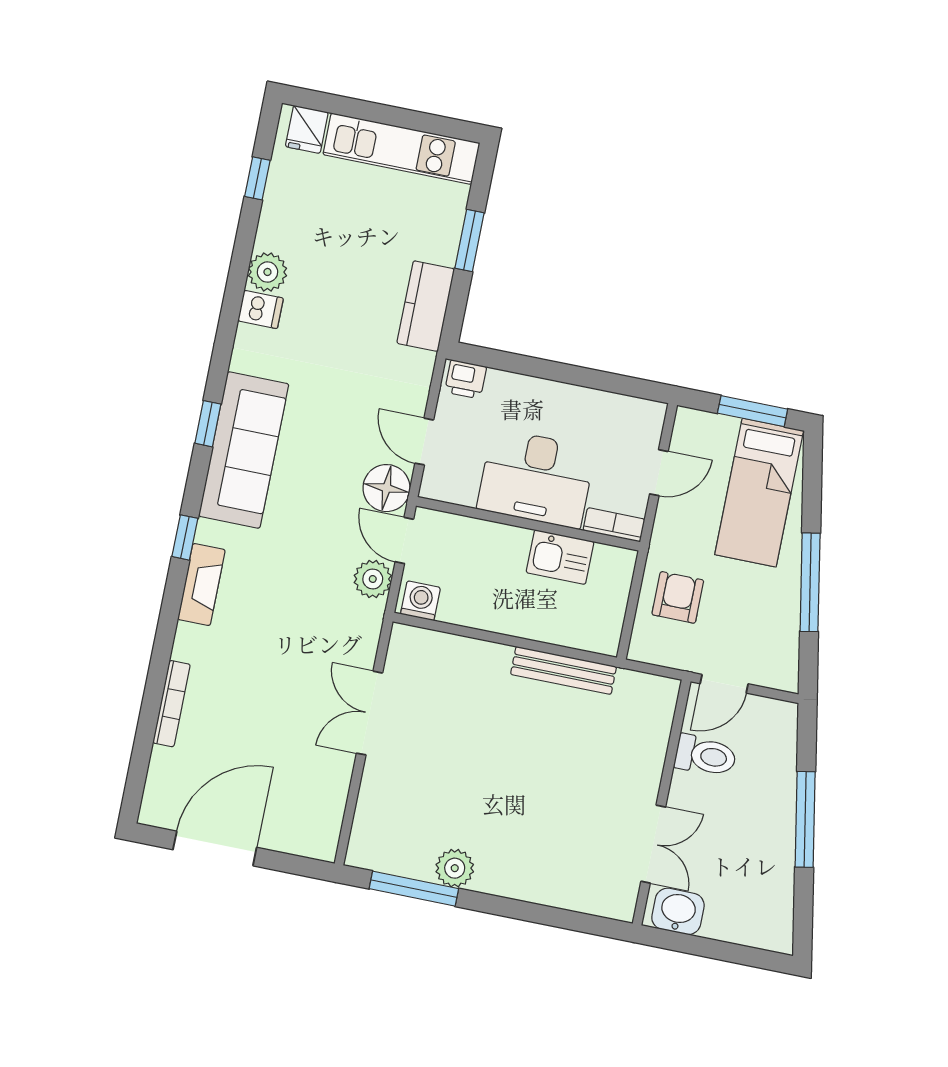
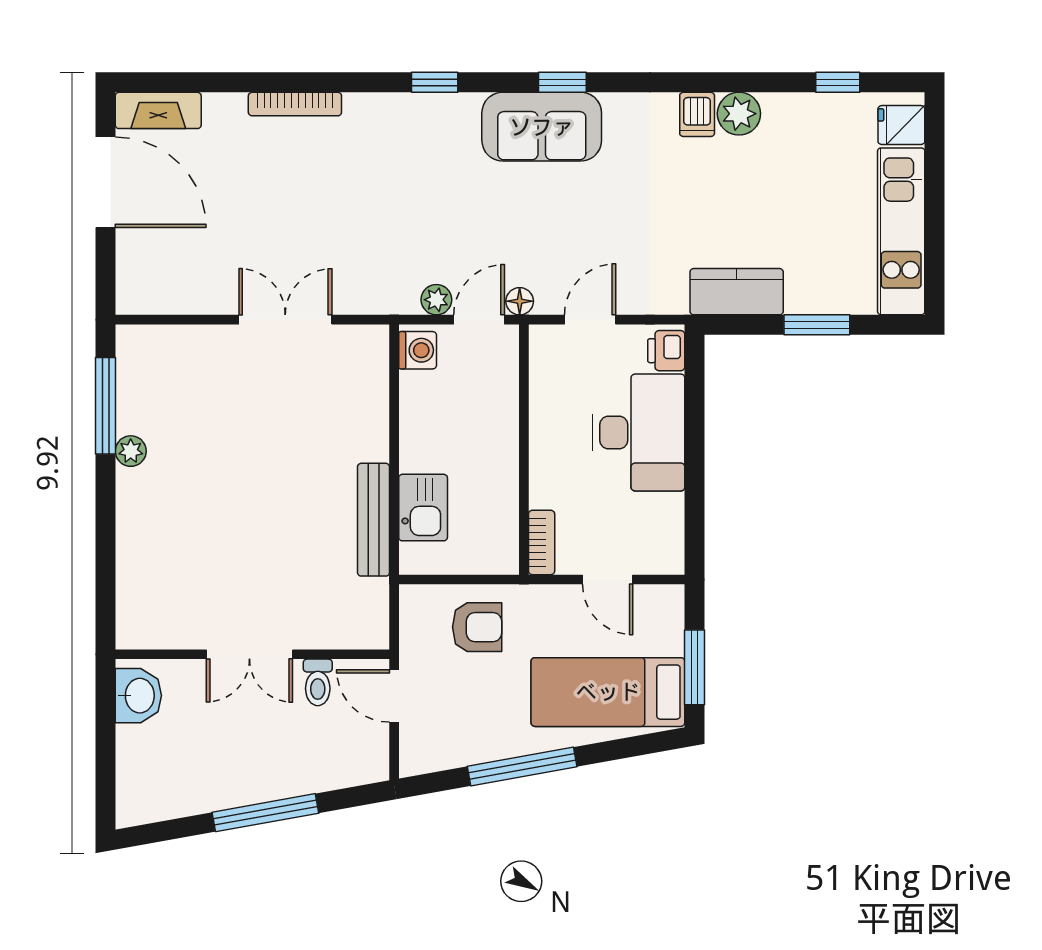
sofa: (244, 450) -> (542, 127), width x0.73
desk: (536, 478) -> (639, 432), moved, turned 180
floor lamp: (387, 488) -> (520, 301), width x0.53, depth x0.53
kitchen sink: (560, 557) -> (423, 508), moved, turned 180
plant: (373, 579) -> (436, 300), width x0.73, depth x0.73
fireplace: (201, 585) -> (158, 110), moved
bookcase: (172, 704) -> (295, 104), moved
toilet: (705, 756) -> (318, 682), width x0.73, depth x0.72
double door: (653, 844) -> (249, 654), moved
plant: (455, 868) -> (131, 451), width x0.73, depth x0.73

